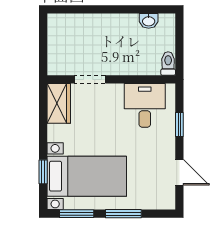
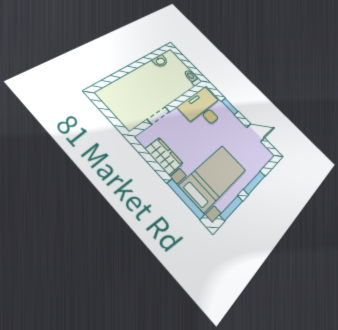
wardrobe: (59, 103) -> (164, 156), moved
desk: (145, 105) -> (203, 109), width x1.37
window: (43, 172) -> (186, 199), width x2.17

